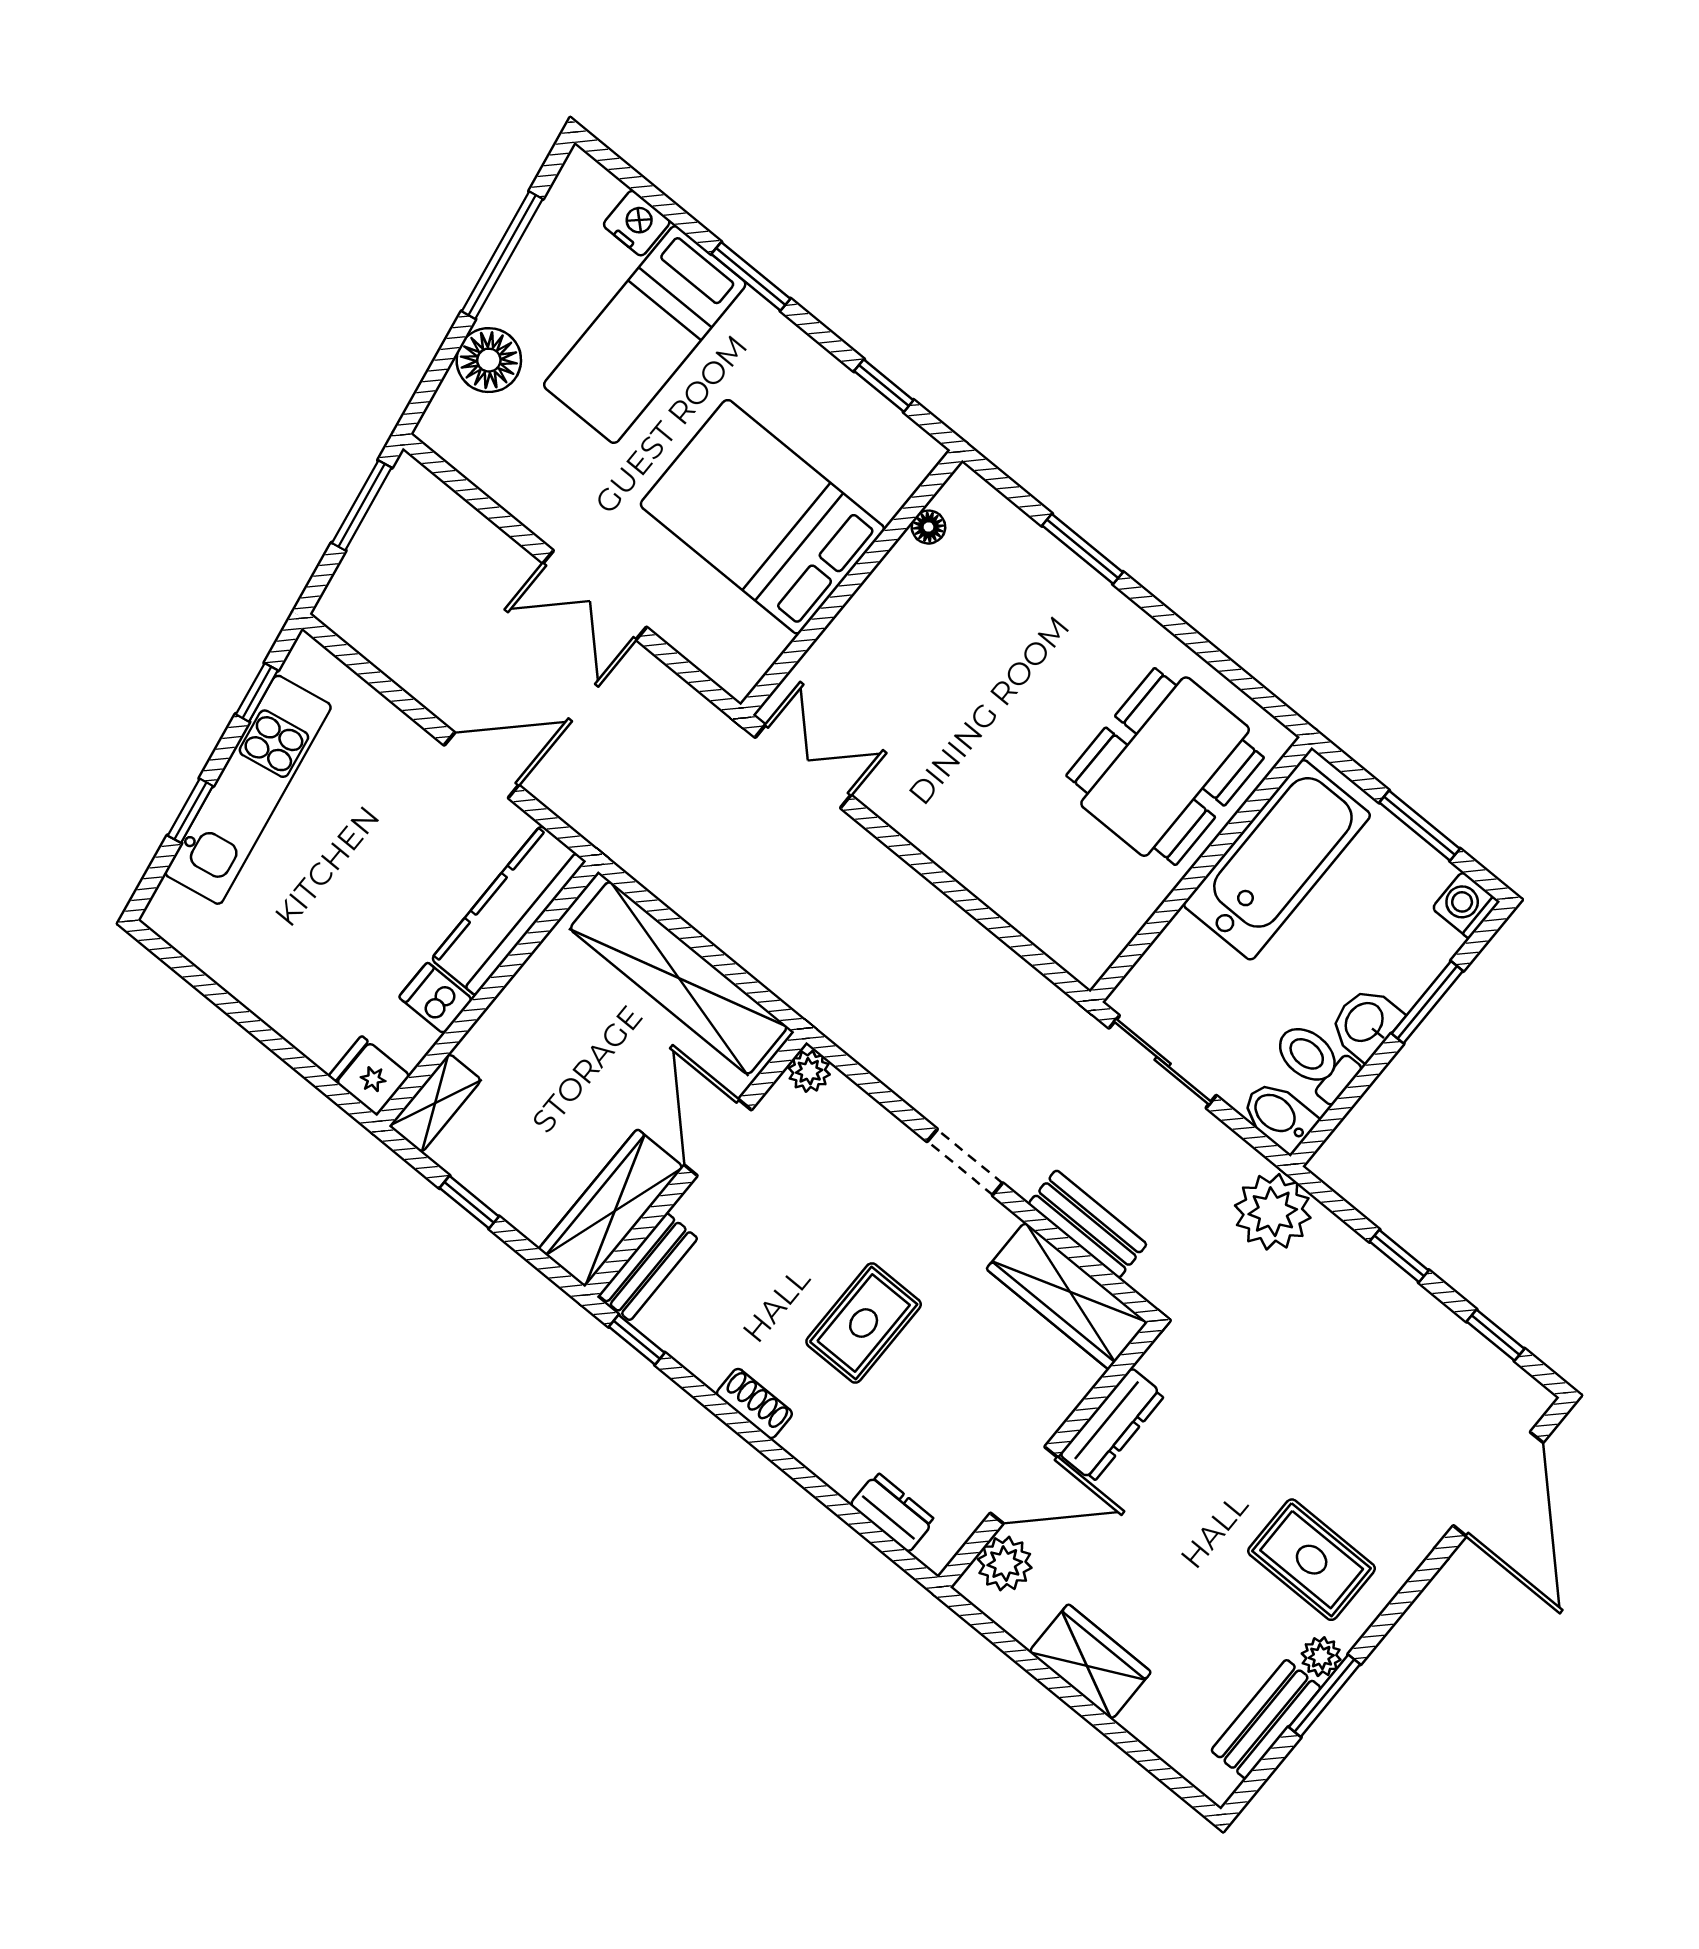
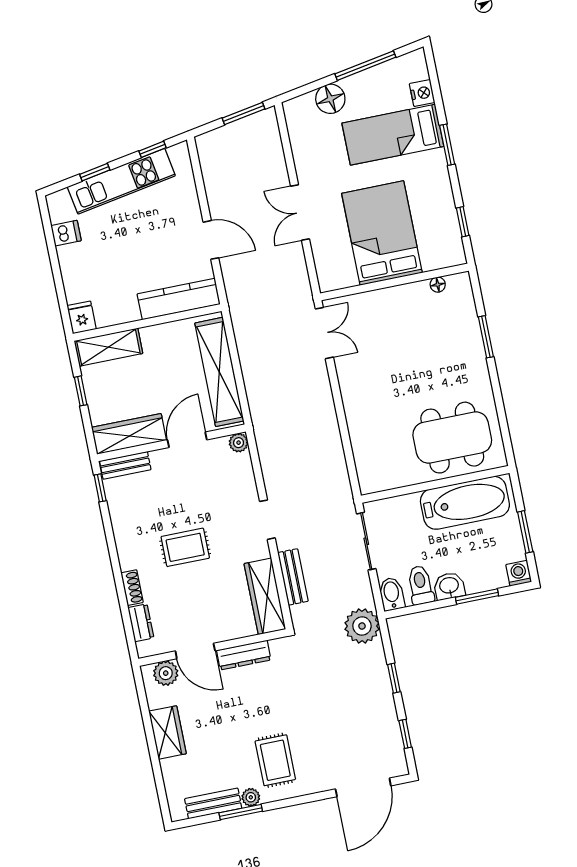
dishwasher: (436, 998) -> (66, 233), moved, turned 90
shelving: (435, 1103) -> (108, 347), width x1.50, depth x1.33
shoe rack: (754, 1404) -> (132, 588), moved

